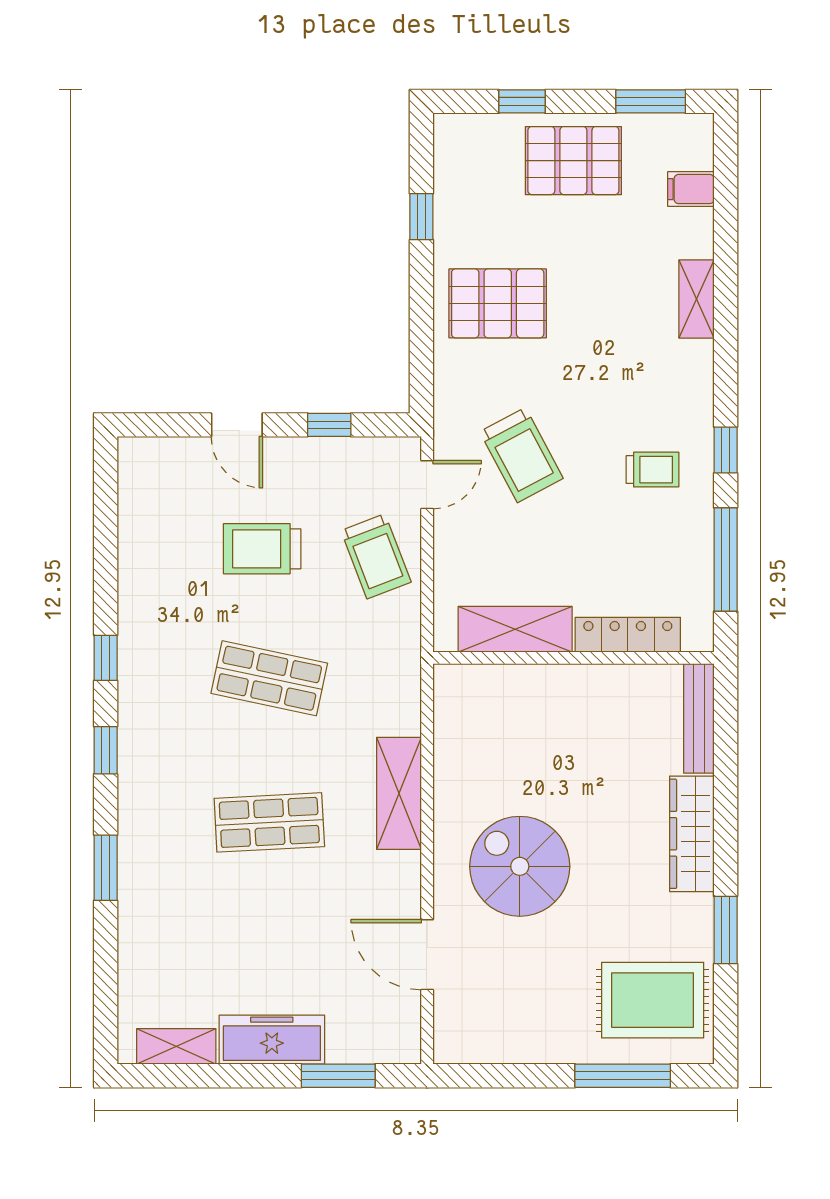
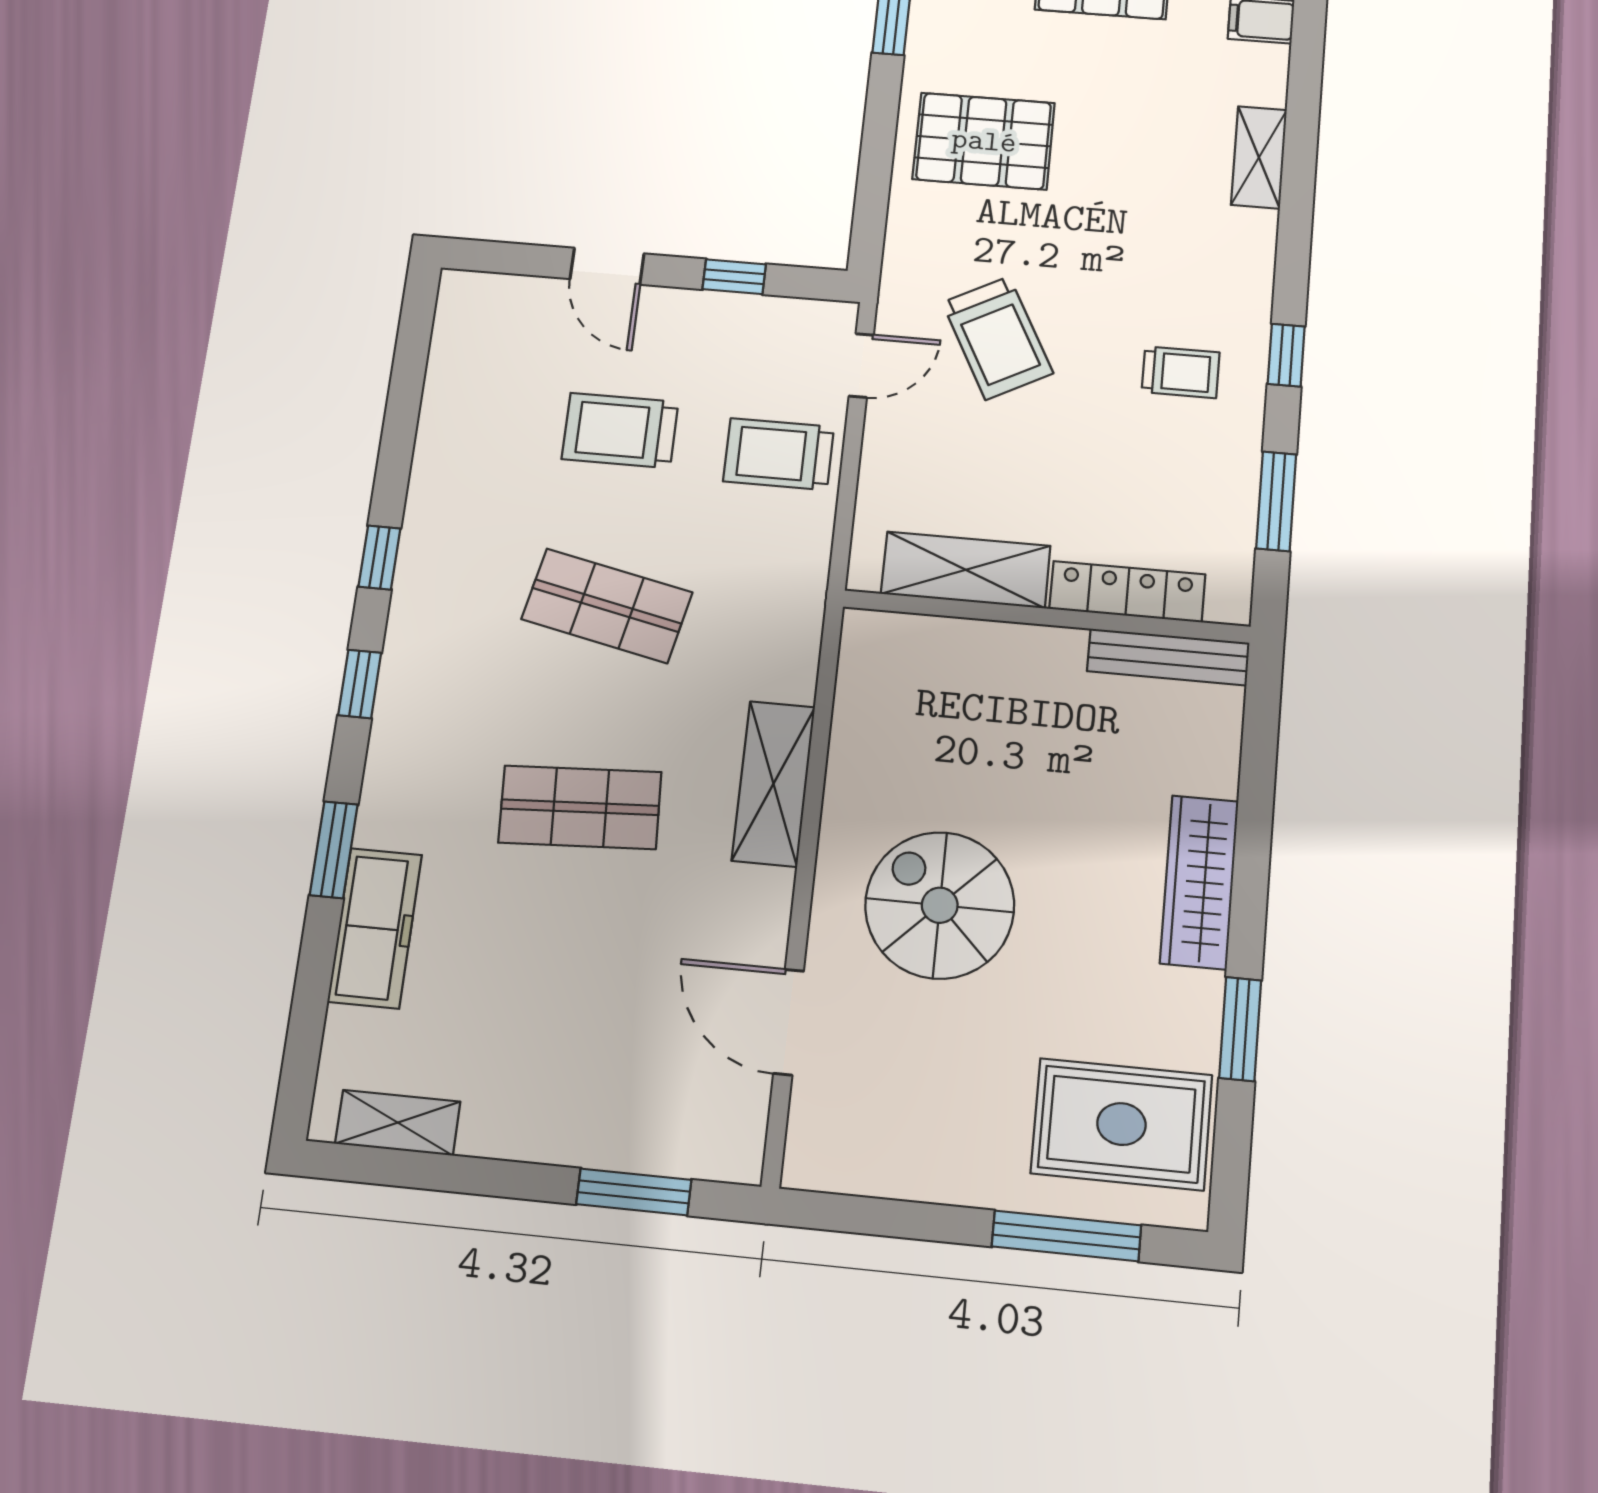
trolley: (376, 556) -> (779, 454), turned 111
window: (726, 560) -> (1276, 501), width x0.69
bench: (699, 718) -> (1168, 657), moved, turned 90
freezer: (272, 1040) -> (375, 928), moved, turned 90

